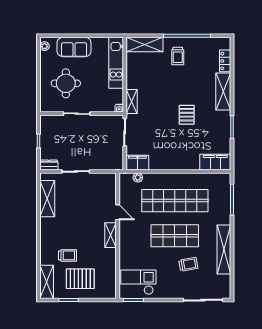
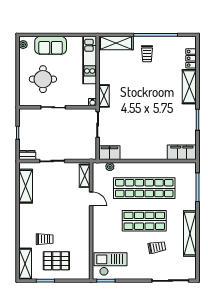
pallet: (187, 115) -> (155, 108), removed
shelving: (111, 235) -> (85, 176), moved

